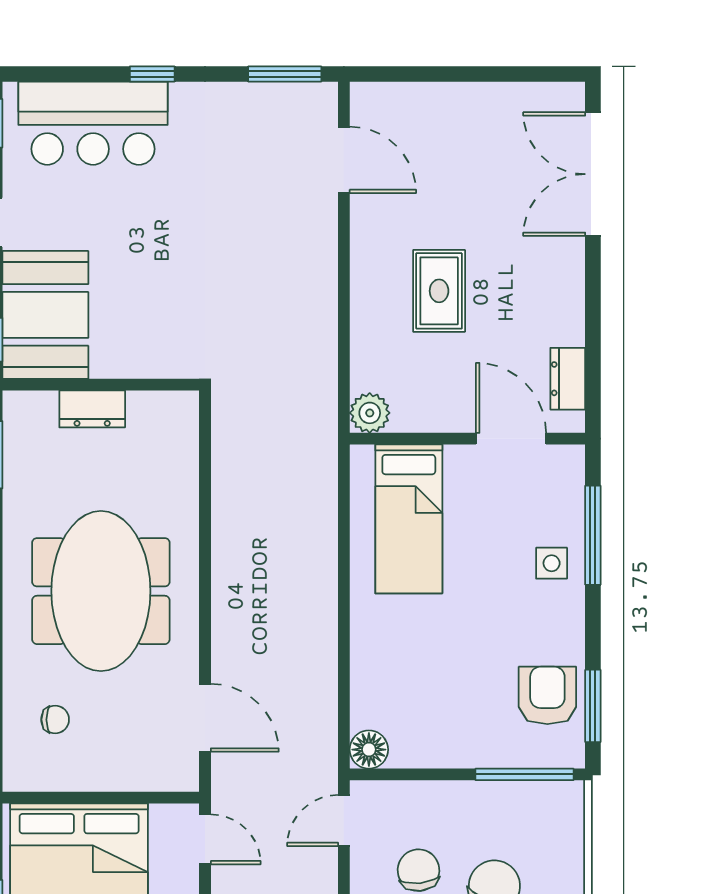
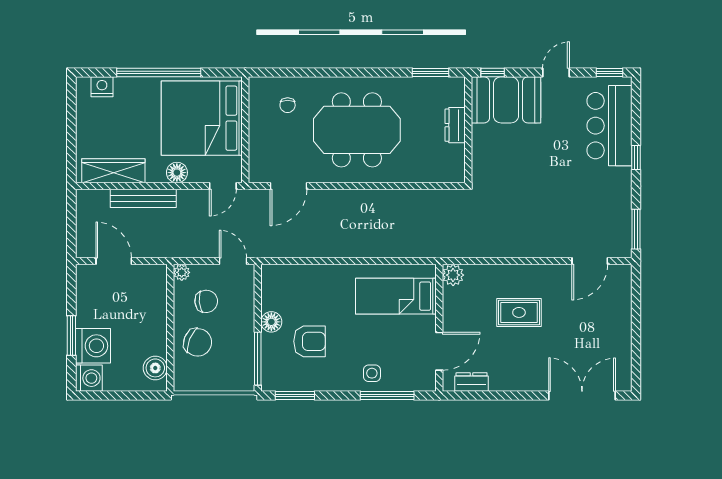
armchair: (547, 695) -> (310, 341), moved
floor lamp: (369, 750) -> (271, 322), moved

